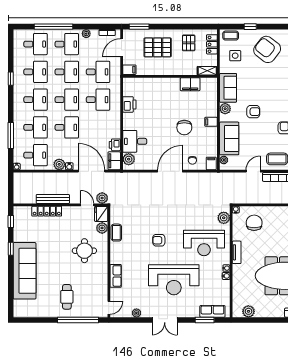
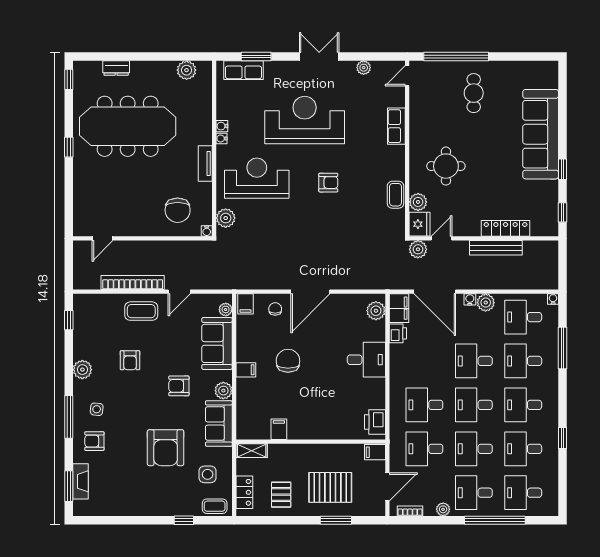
window: (139, 27) -> (336, 520), moved
armchair: (267, 49) -> (166, 448), moved, turned 52
filing cabinet: (190, 84) -> (279, 429), width x0.50
printer: (129, 104) -> (375, 422), moved
desk: (135, 141) -> (366, 360), moved
door: (87, 205) -> (442, 238), swing flipped

